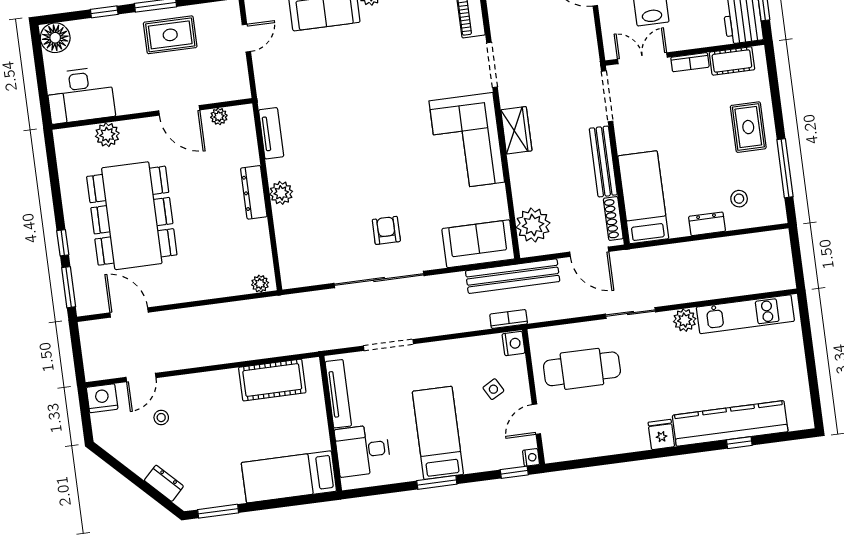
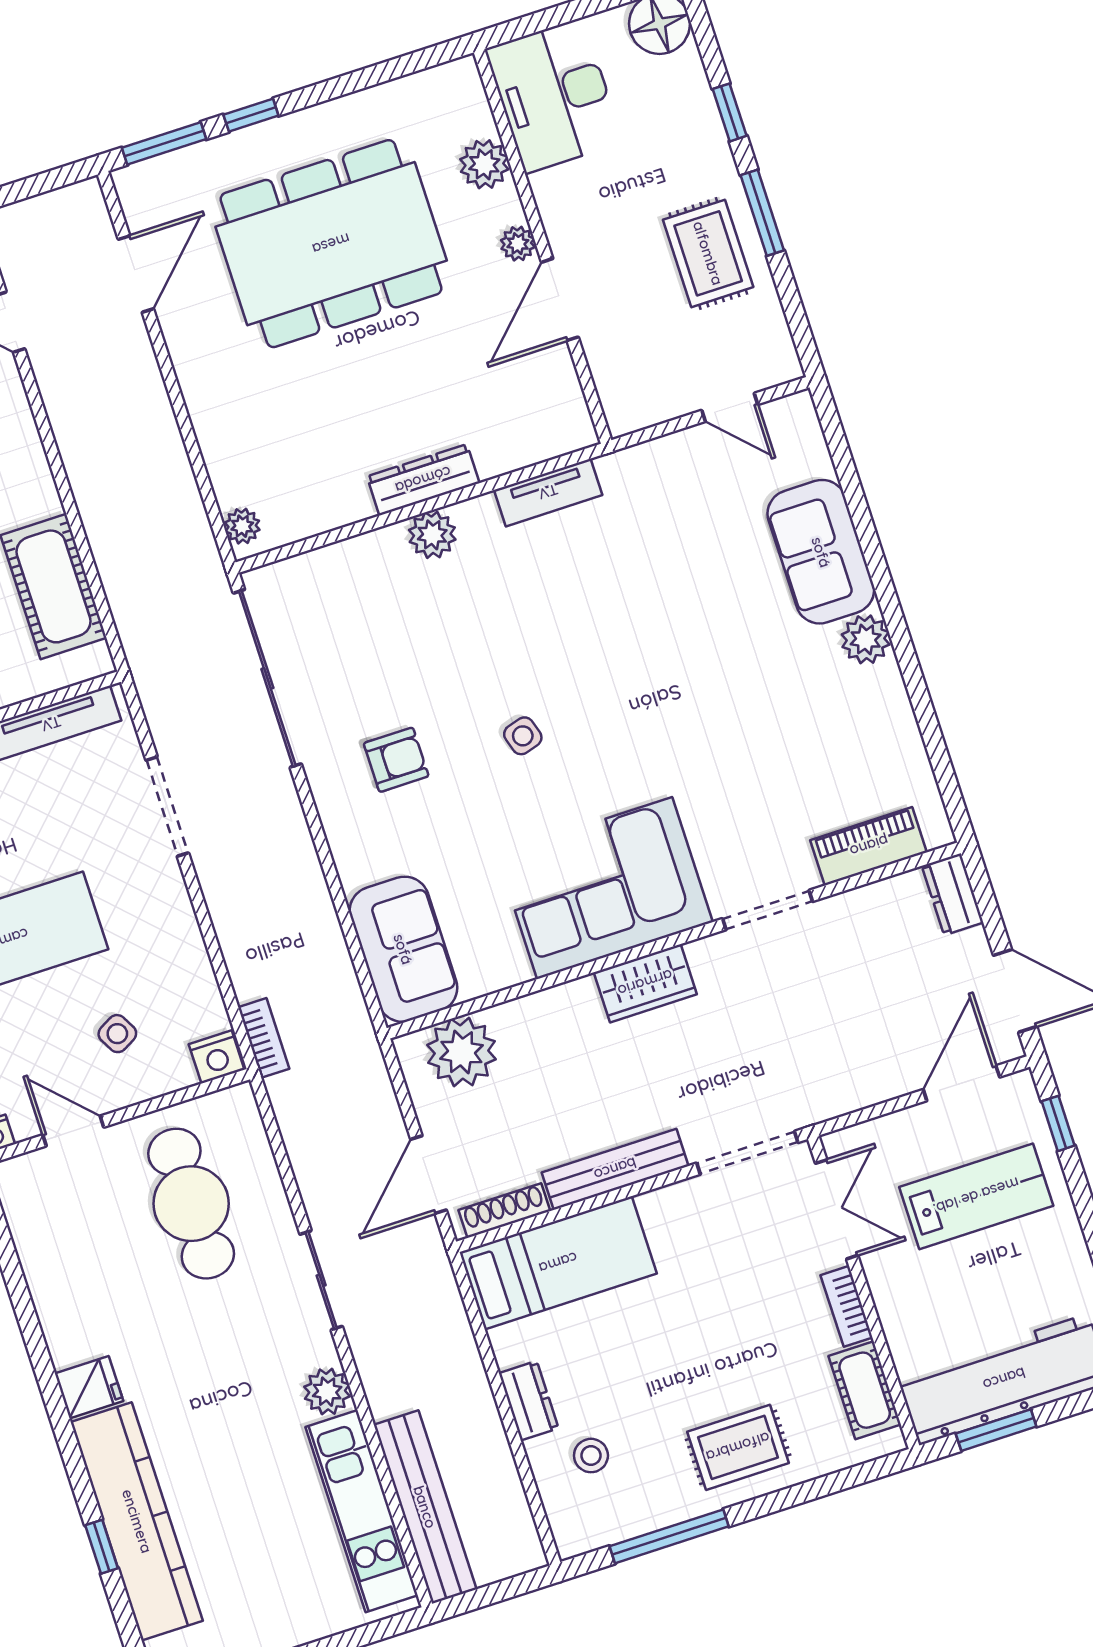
plant: (219, 116) -> (518, 244), moved
side table: (386, 167) -> (523, 736), added
bench: (513, 276) -> (425, 1507), moved
sliding door: (379, 280) -> (267, 678), moved

